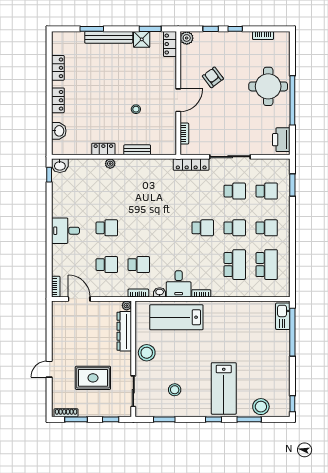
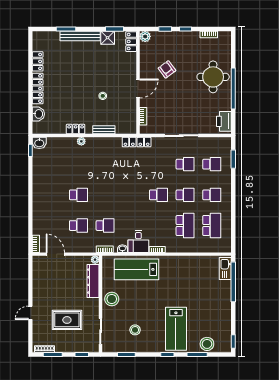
locker: (58, 100) -> (38, 88), width x1.53
locker: (191, 164) -> (137, 142), moved
desk: (65, 231) -> (44, 197), removed

